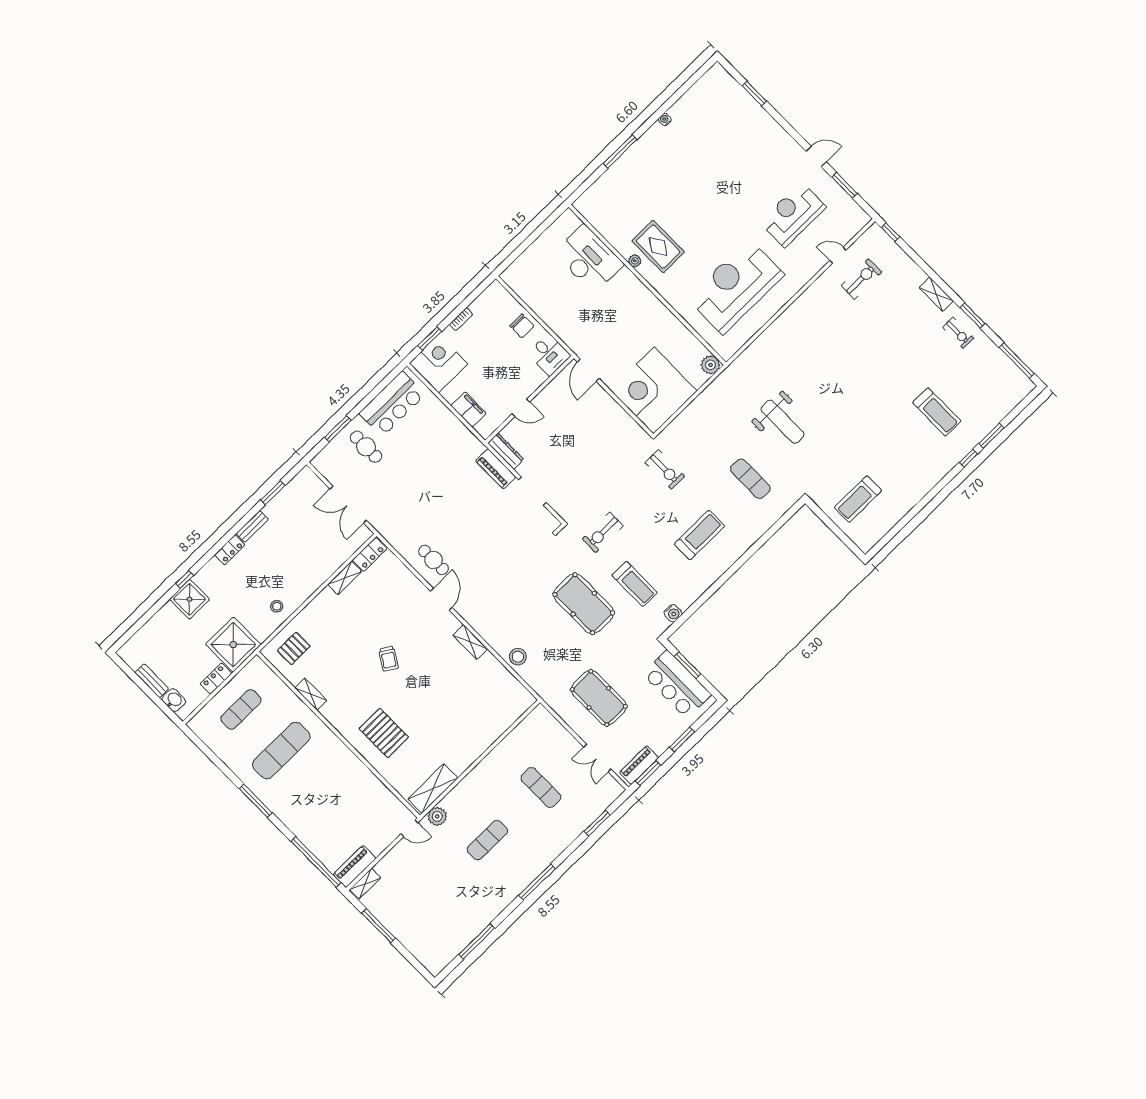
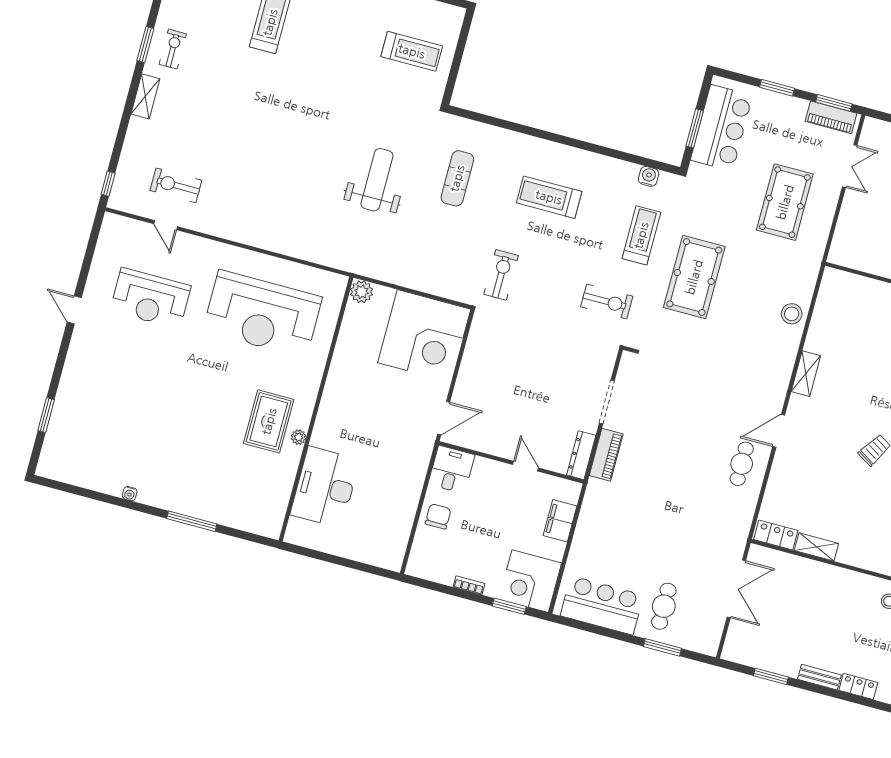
window: (845, 185) -> (87, 262), removed

